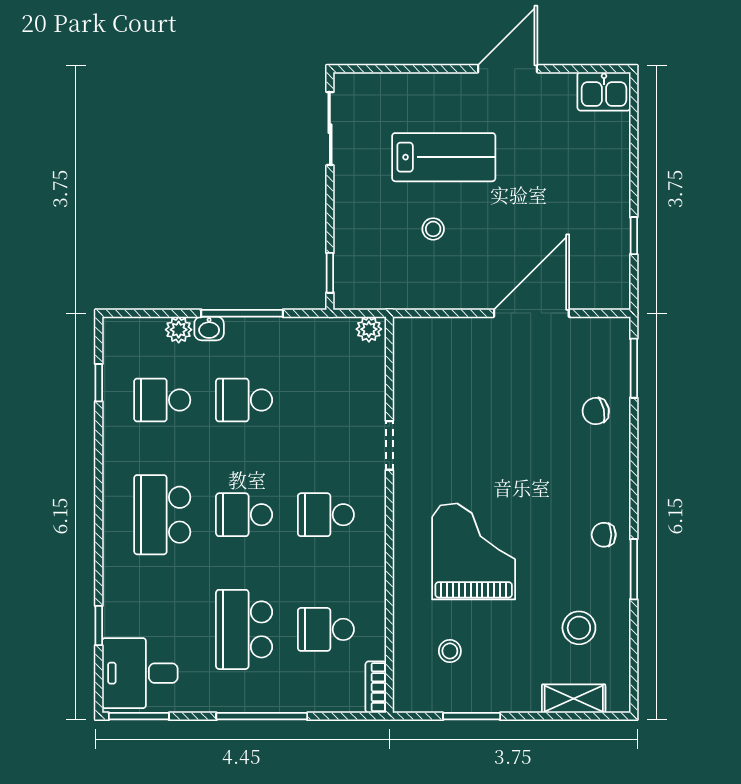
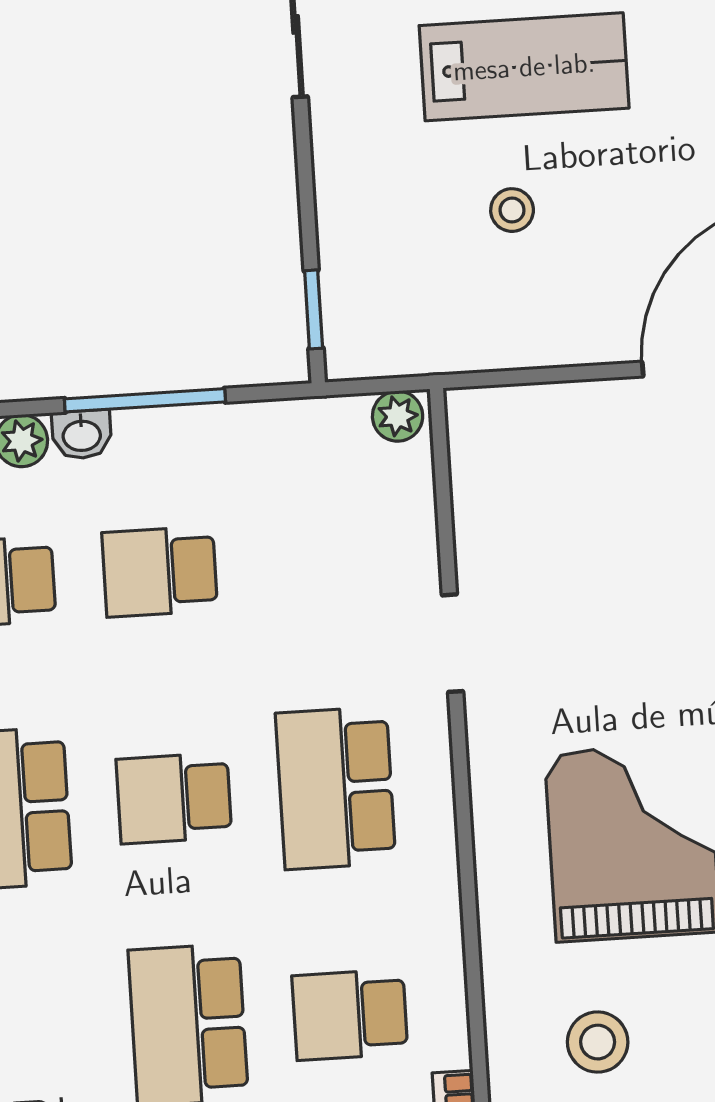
school desk: (326, 515) -> (336, 788), width x1.85
stool: (450, 651) -> (598, 1042), width x1.37, depth x1.37

